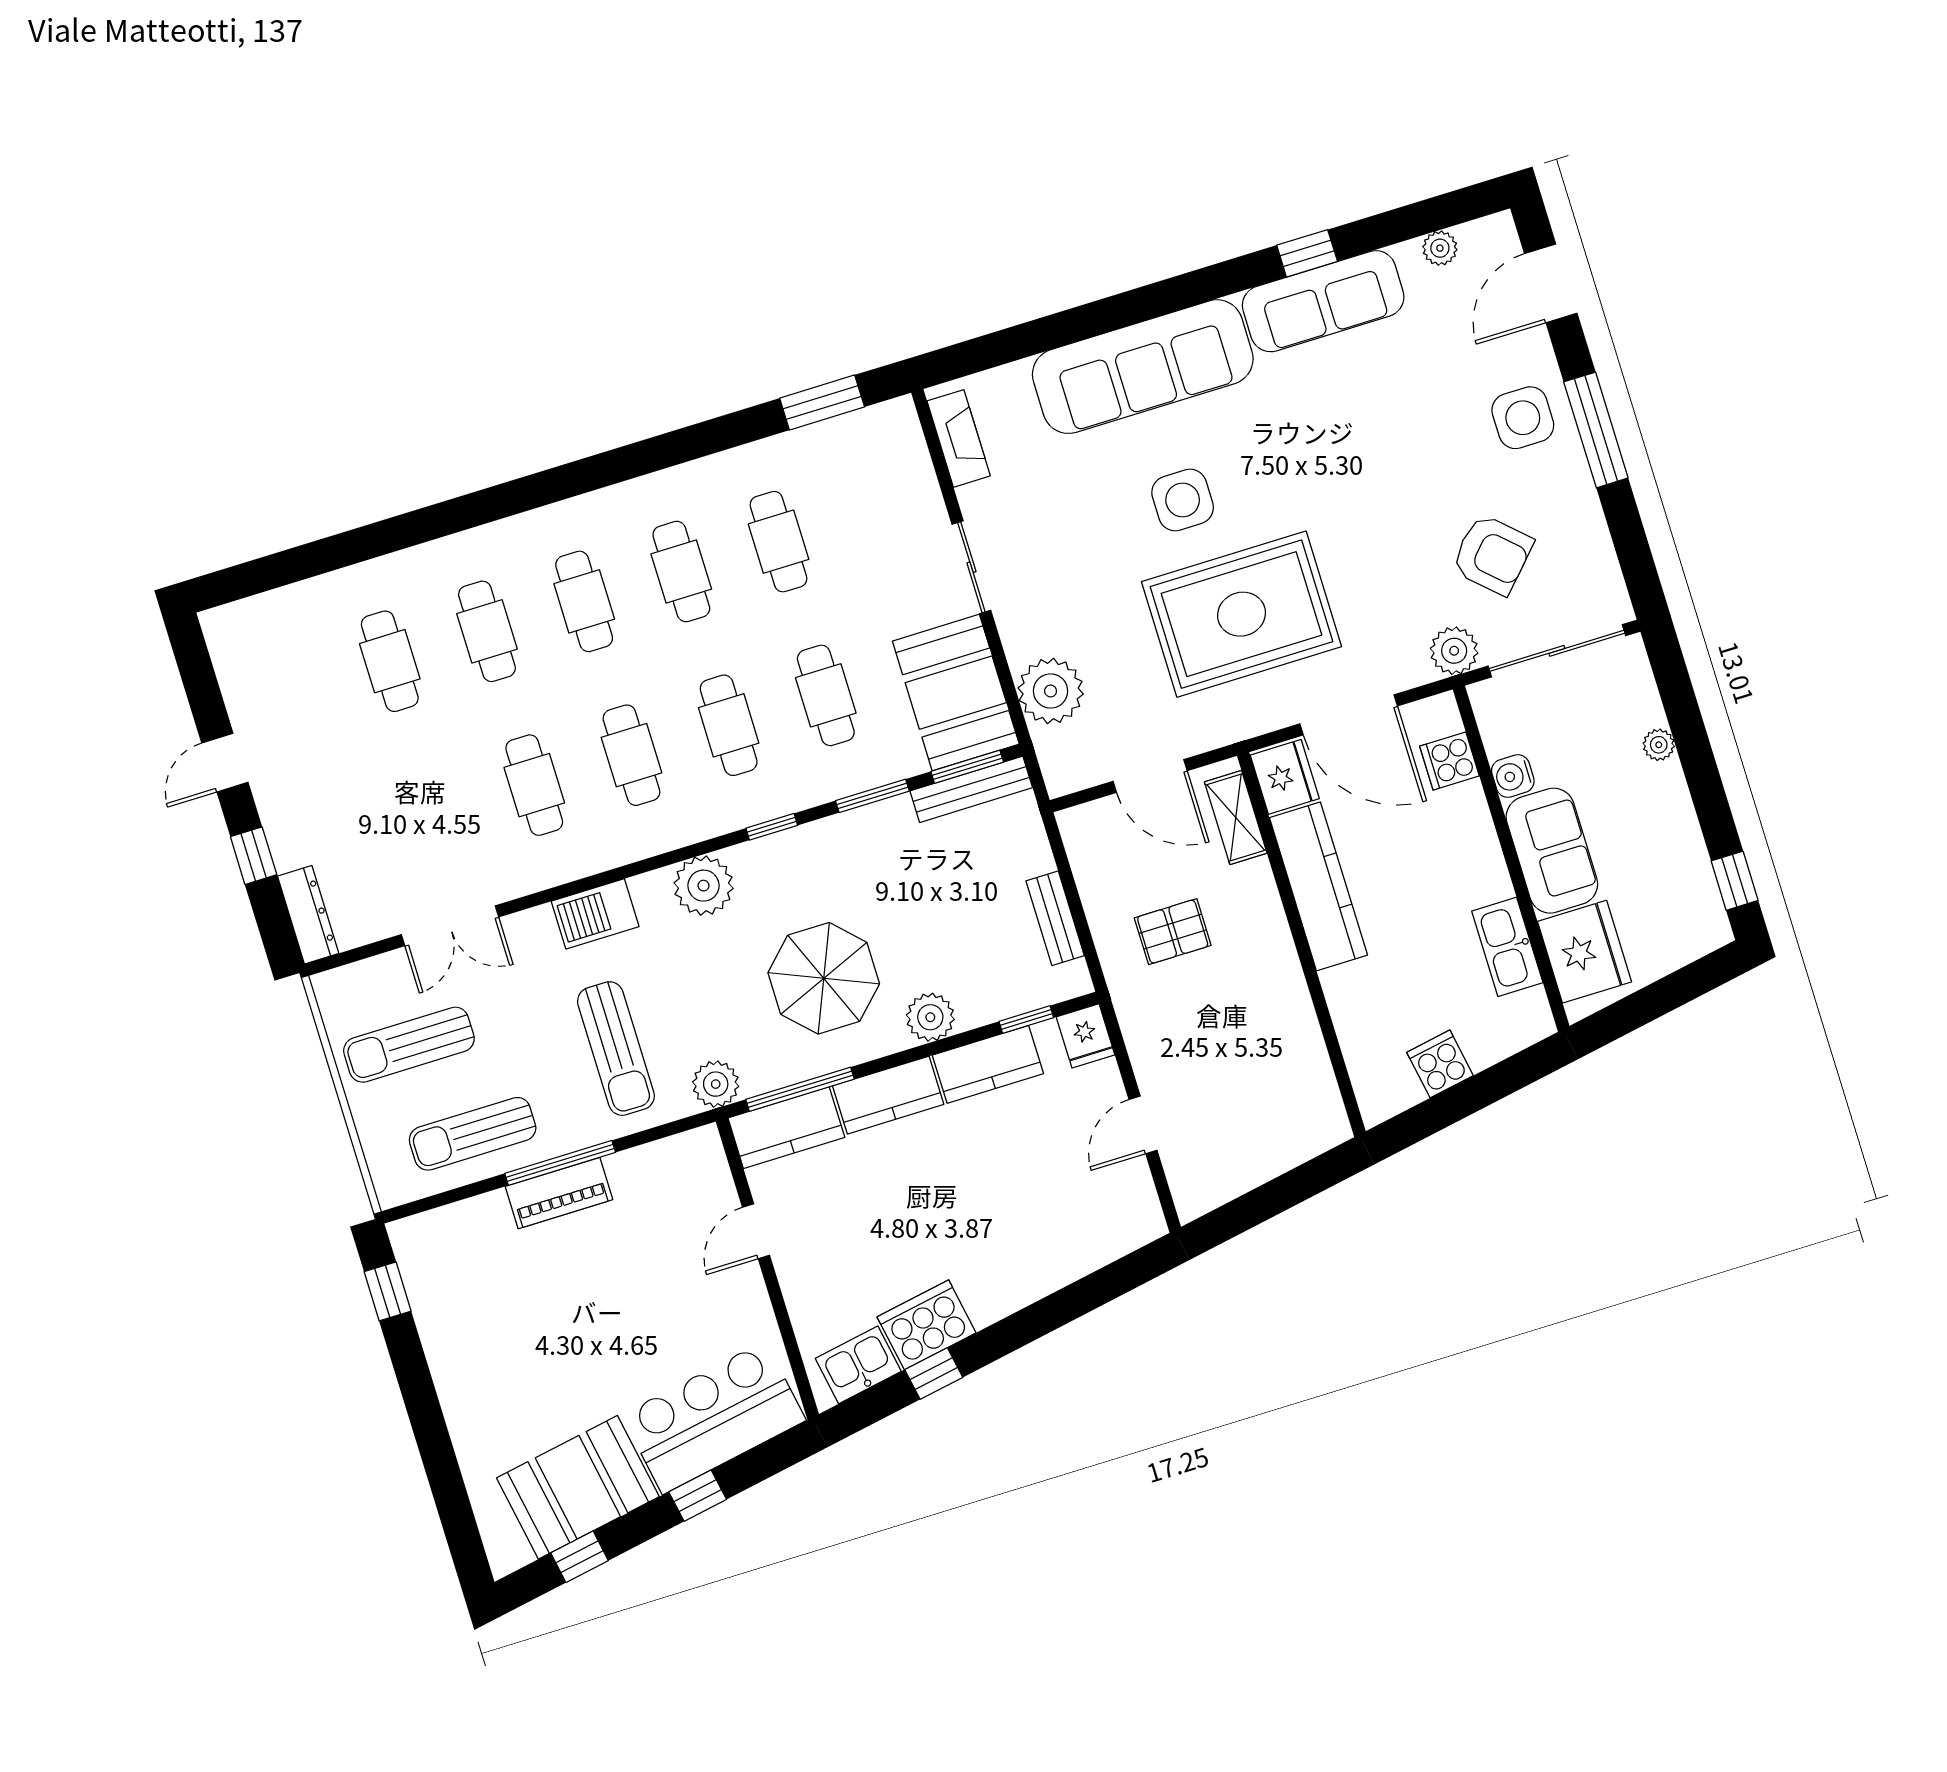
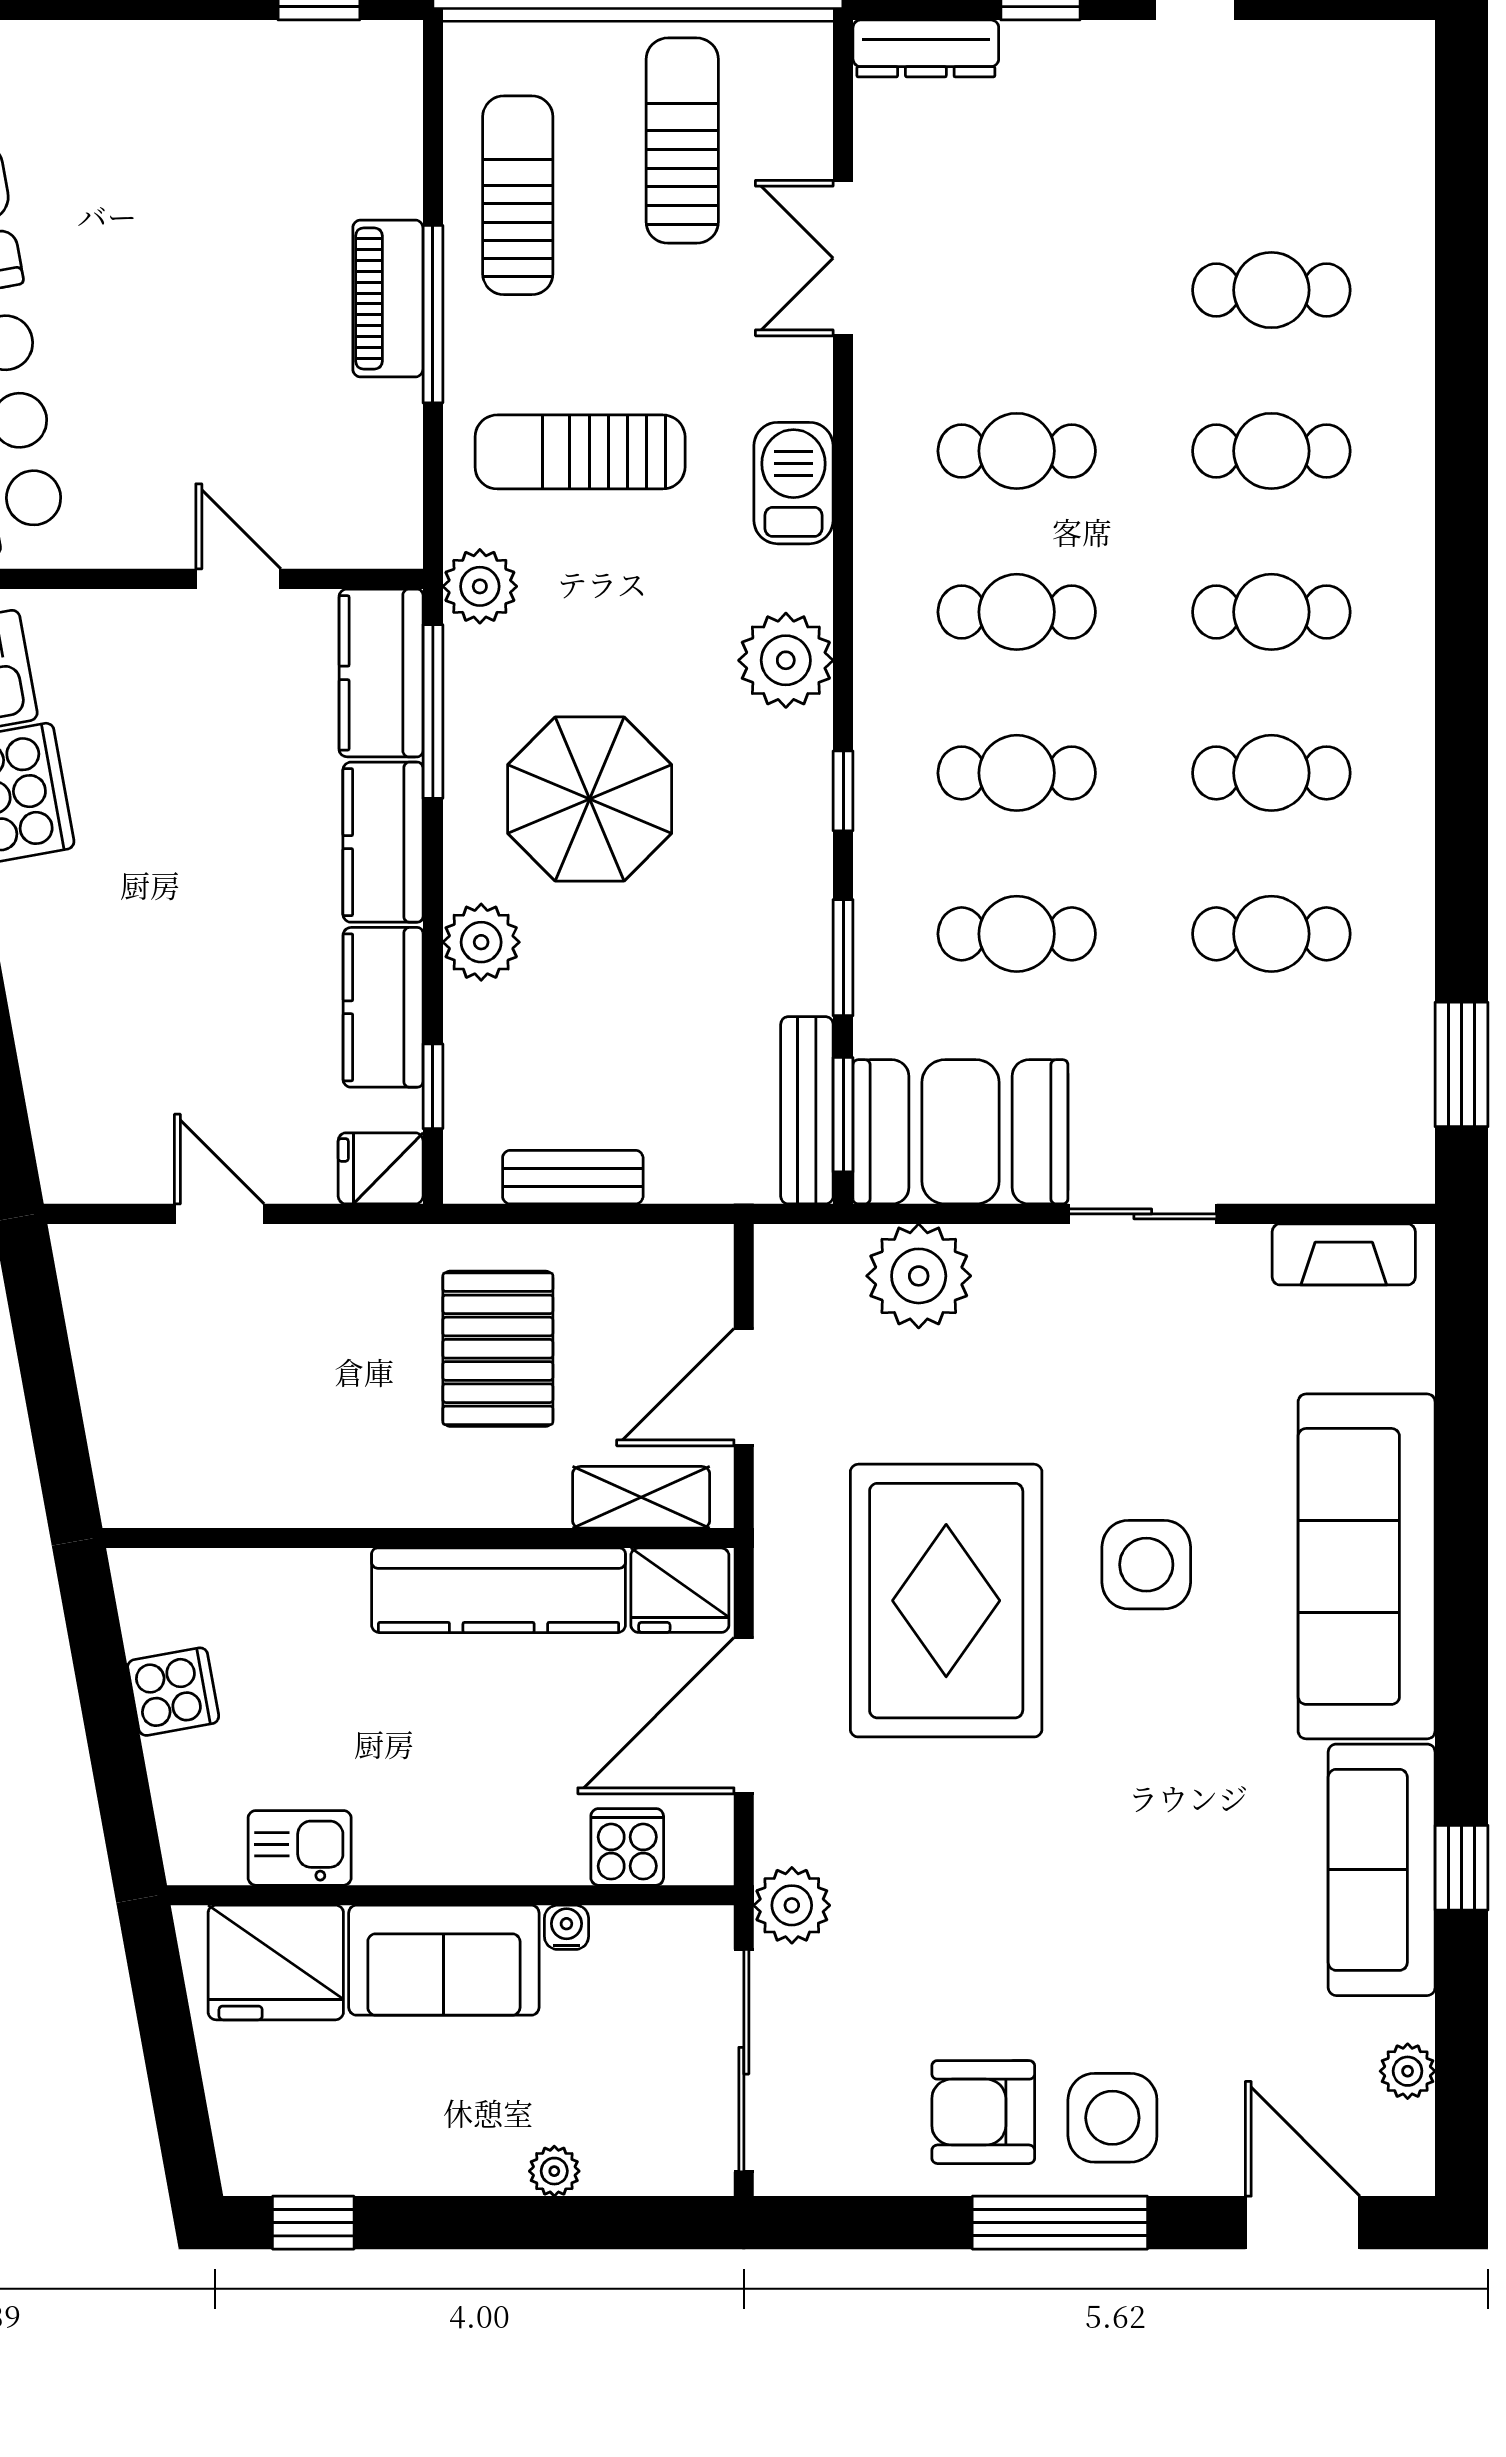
armchair: (1492, 555) -> (983, 2112), moved, turned 47
water cooler: (1513, 776) -> (566, 1927), width x0.72, depth x0.72
pallet: (1173, 932) -> (498, 1349), width x1.50, depth x1.42
kitchen sink: (1507, 947) -> (300, 1848), width x0.73

